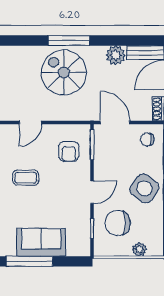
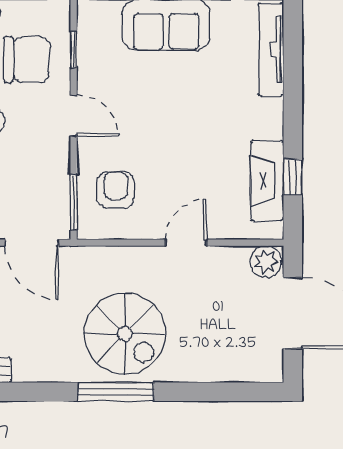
plant: (116, 55) -> (31, 365), removed
coffee table: (26, 178) -> (194, 142), removed
door: (92, 192) -> (74, 116), swing flipped

